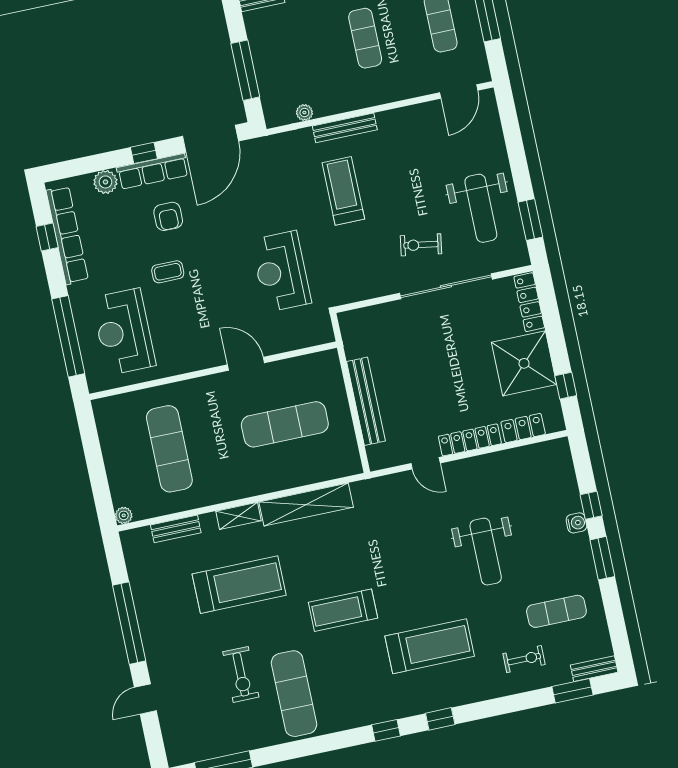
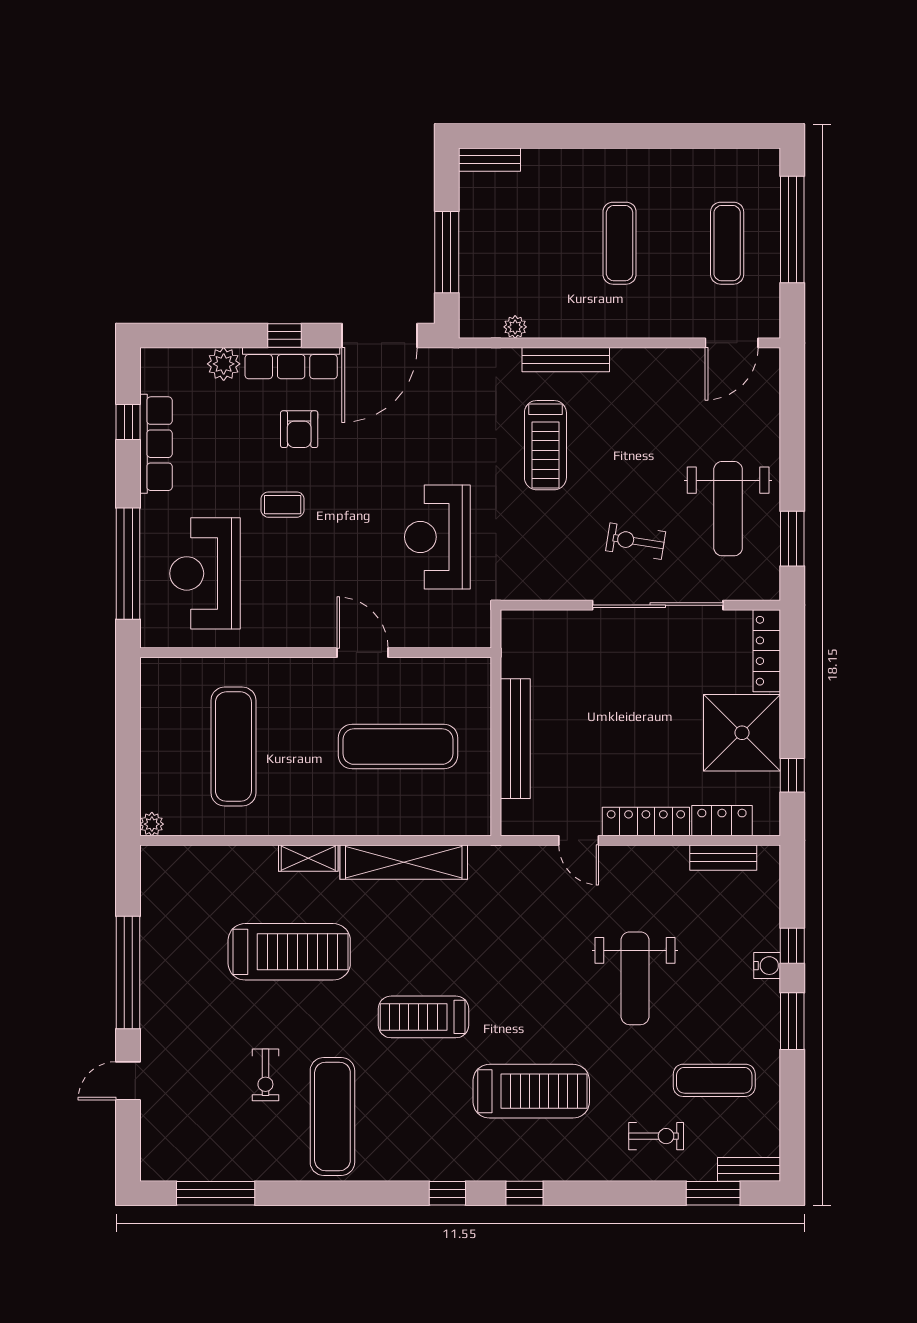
treadmill: (343, 191) -> (545, 445), turned 180
row of seats: (67, 235) -> (156, 444), width x0.73
bench: (176, 529) -> (723, 858), moved
exercise bike: (241, 674) -> (265, 1075), width x0.73, depth x0.72

